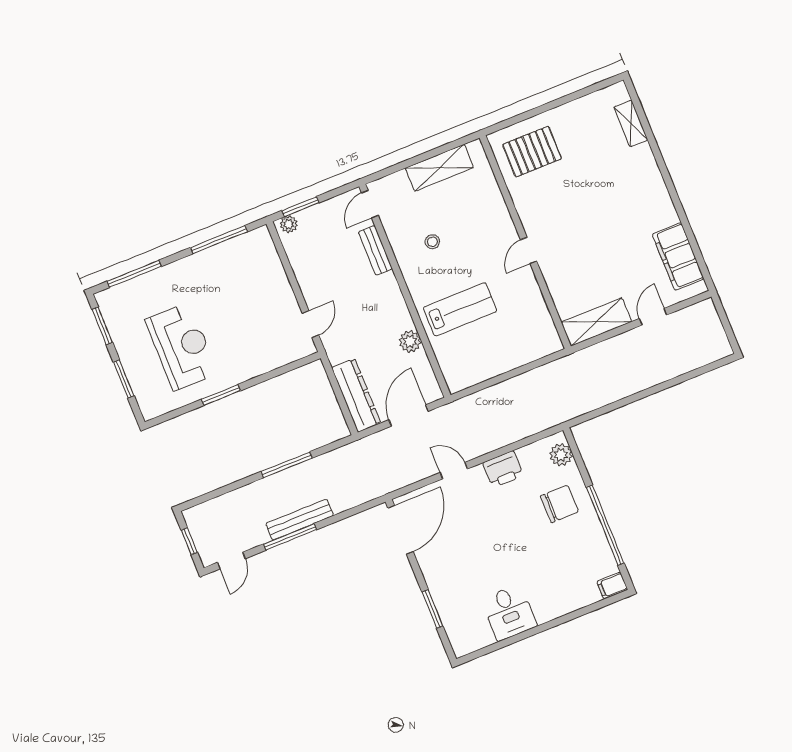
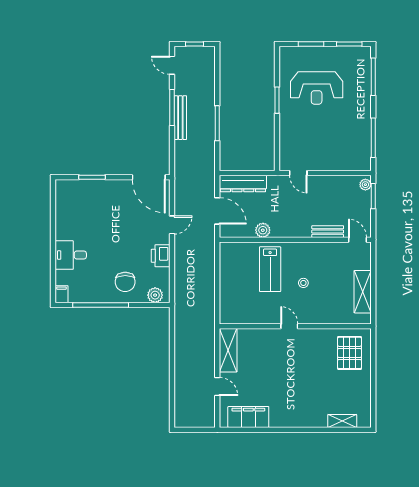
stool: (432, 242) -> (303, 283), moved
desk: (509, 612) -> (71, 255), moved

